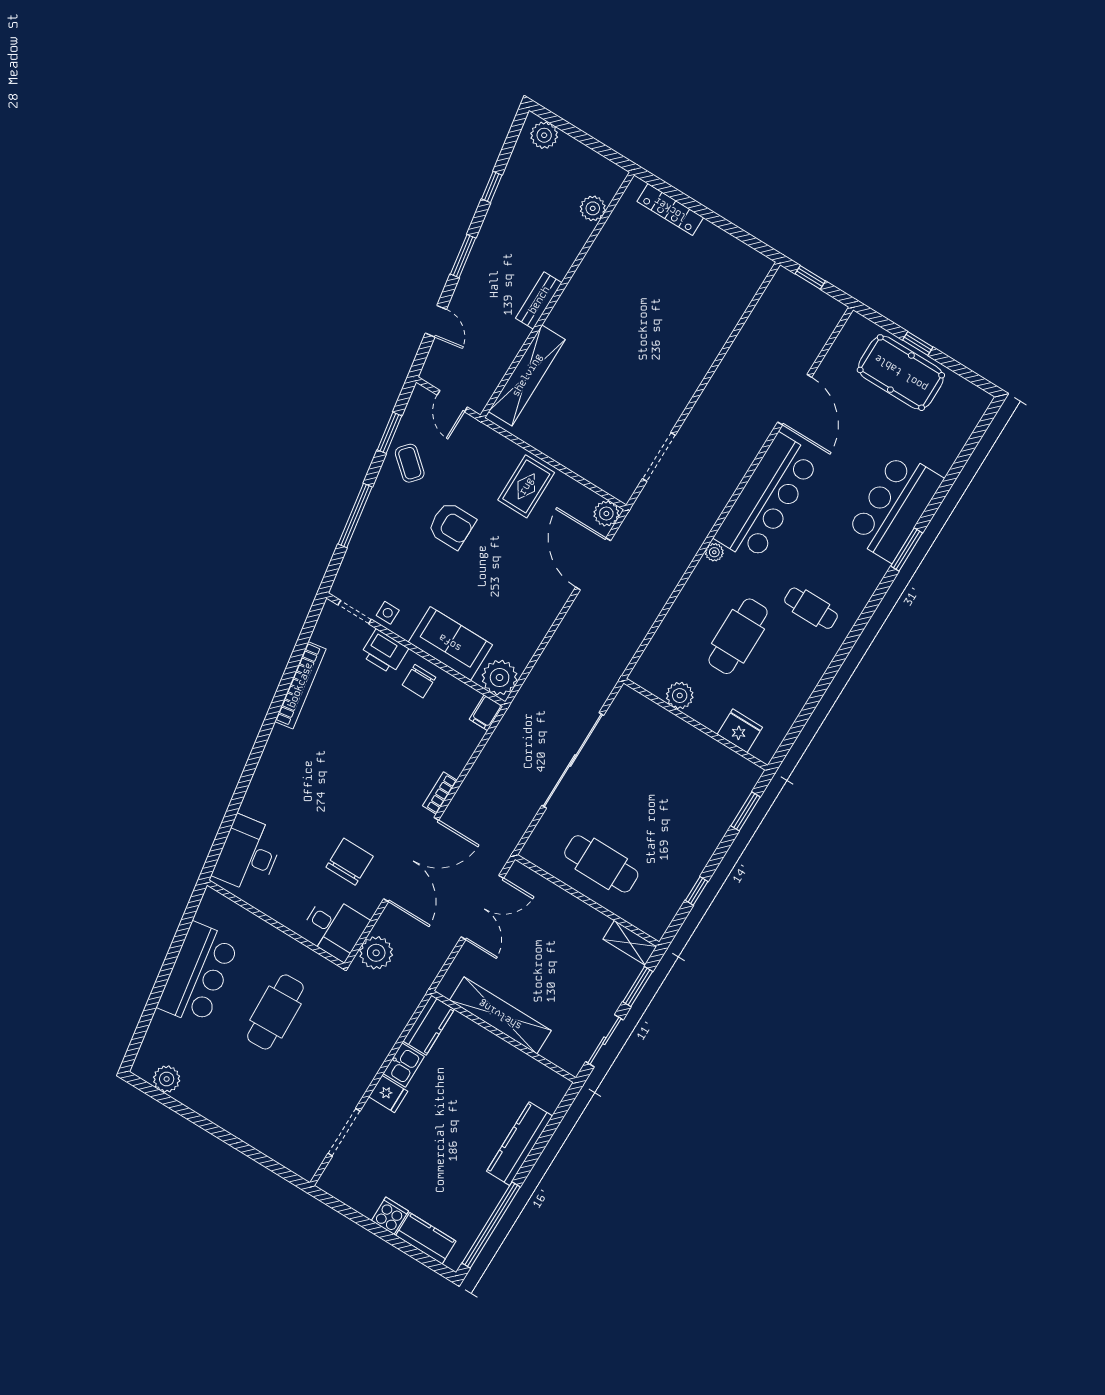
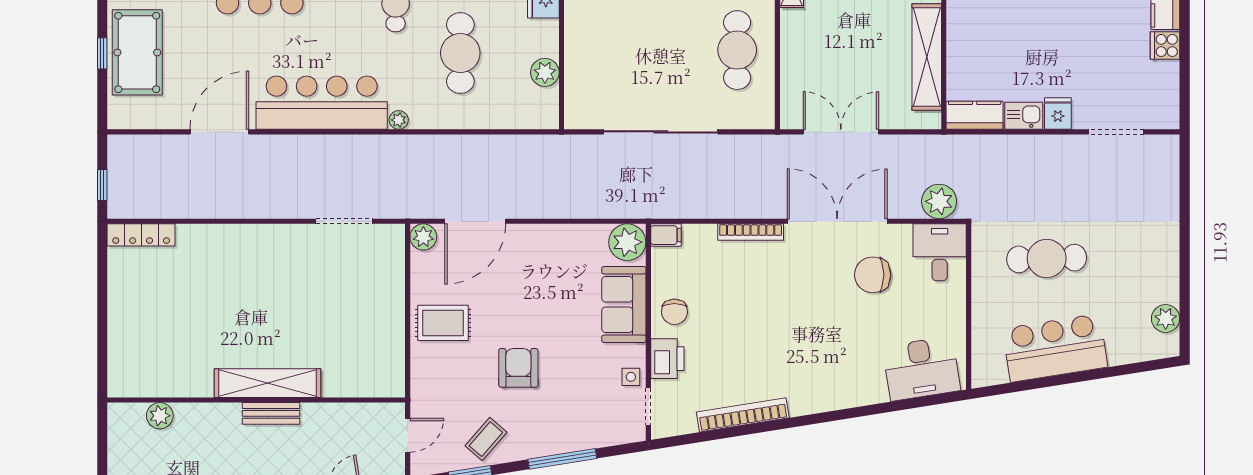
locker: (670, 209) -> (141, 235), moved, turned 90
shelving: (527, 375) -> (268, 383), moved
cafe table: (738, 636) -> (460, 53), turned 90
chair: (419, 681) -> (674, 312), turned 90
bookcase: (440, 793) -> (751, 232), width x1.56

